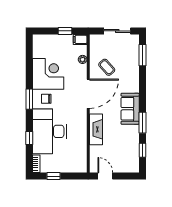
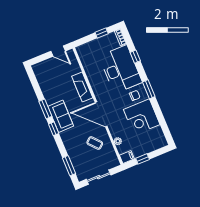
door: (88, 94) -> (101, 114), hinge flipped
window: (143, 150) -> (54, 129), moved

